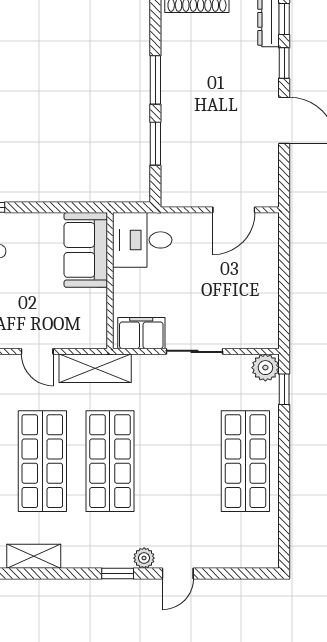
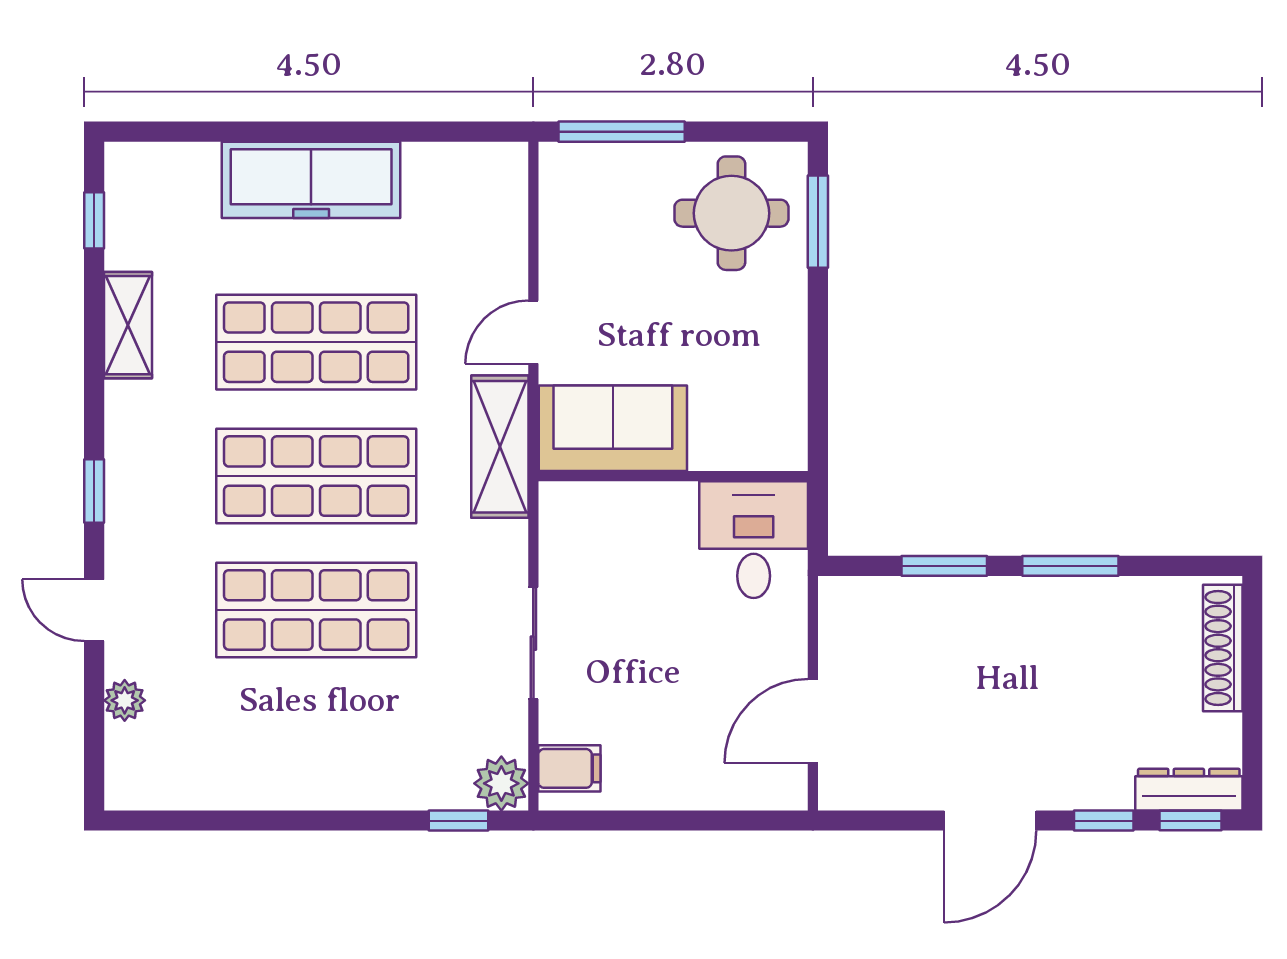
door: (234, 210) -> (813, 721), hinge flipped
sofa: (86, 250) -> (613, 428), moved
filing cabinet: (141, 333) -> (569, 768), moved, width x0.50
shop shelf: (245, 461) -> (316, 610), moved
plant: (144, 558) -> (125, 700), moved

